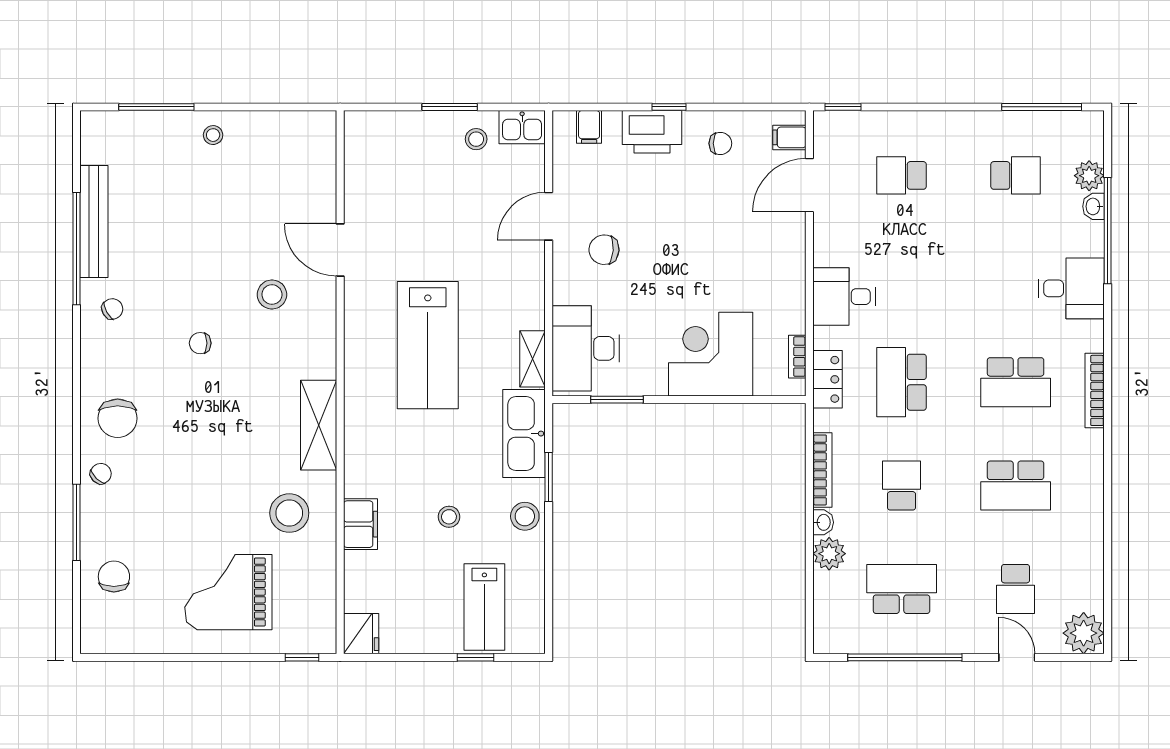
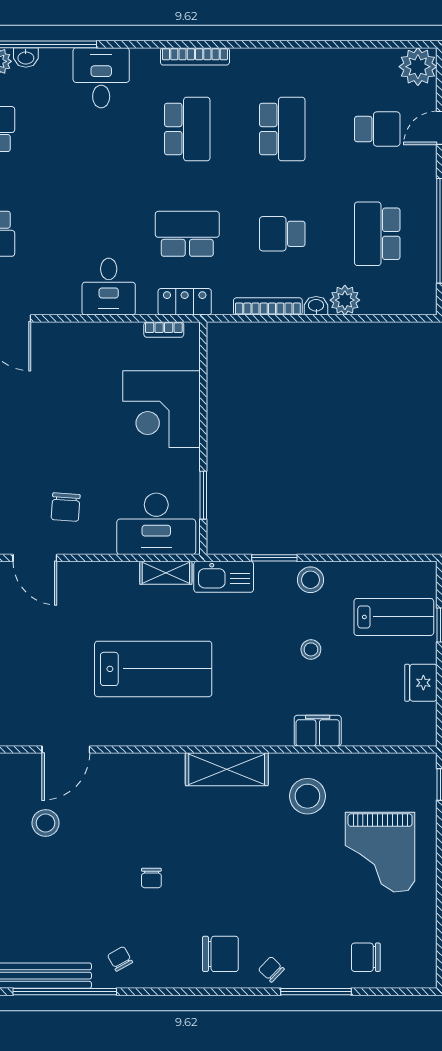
stool: (272, 294) -> (46, 823), moved
school desk: (902, 382) -> (187, 234), turned 180
kitchen sink: (524, 434) -> (224, 577), width x0.73, depth x0.81
fridge: (361, 634) -> (421, 683), moved, turned -90

